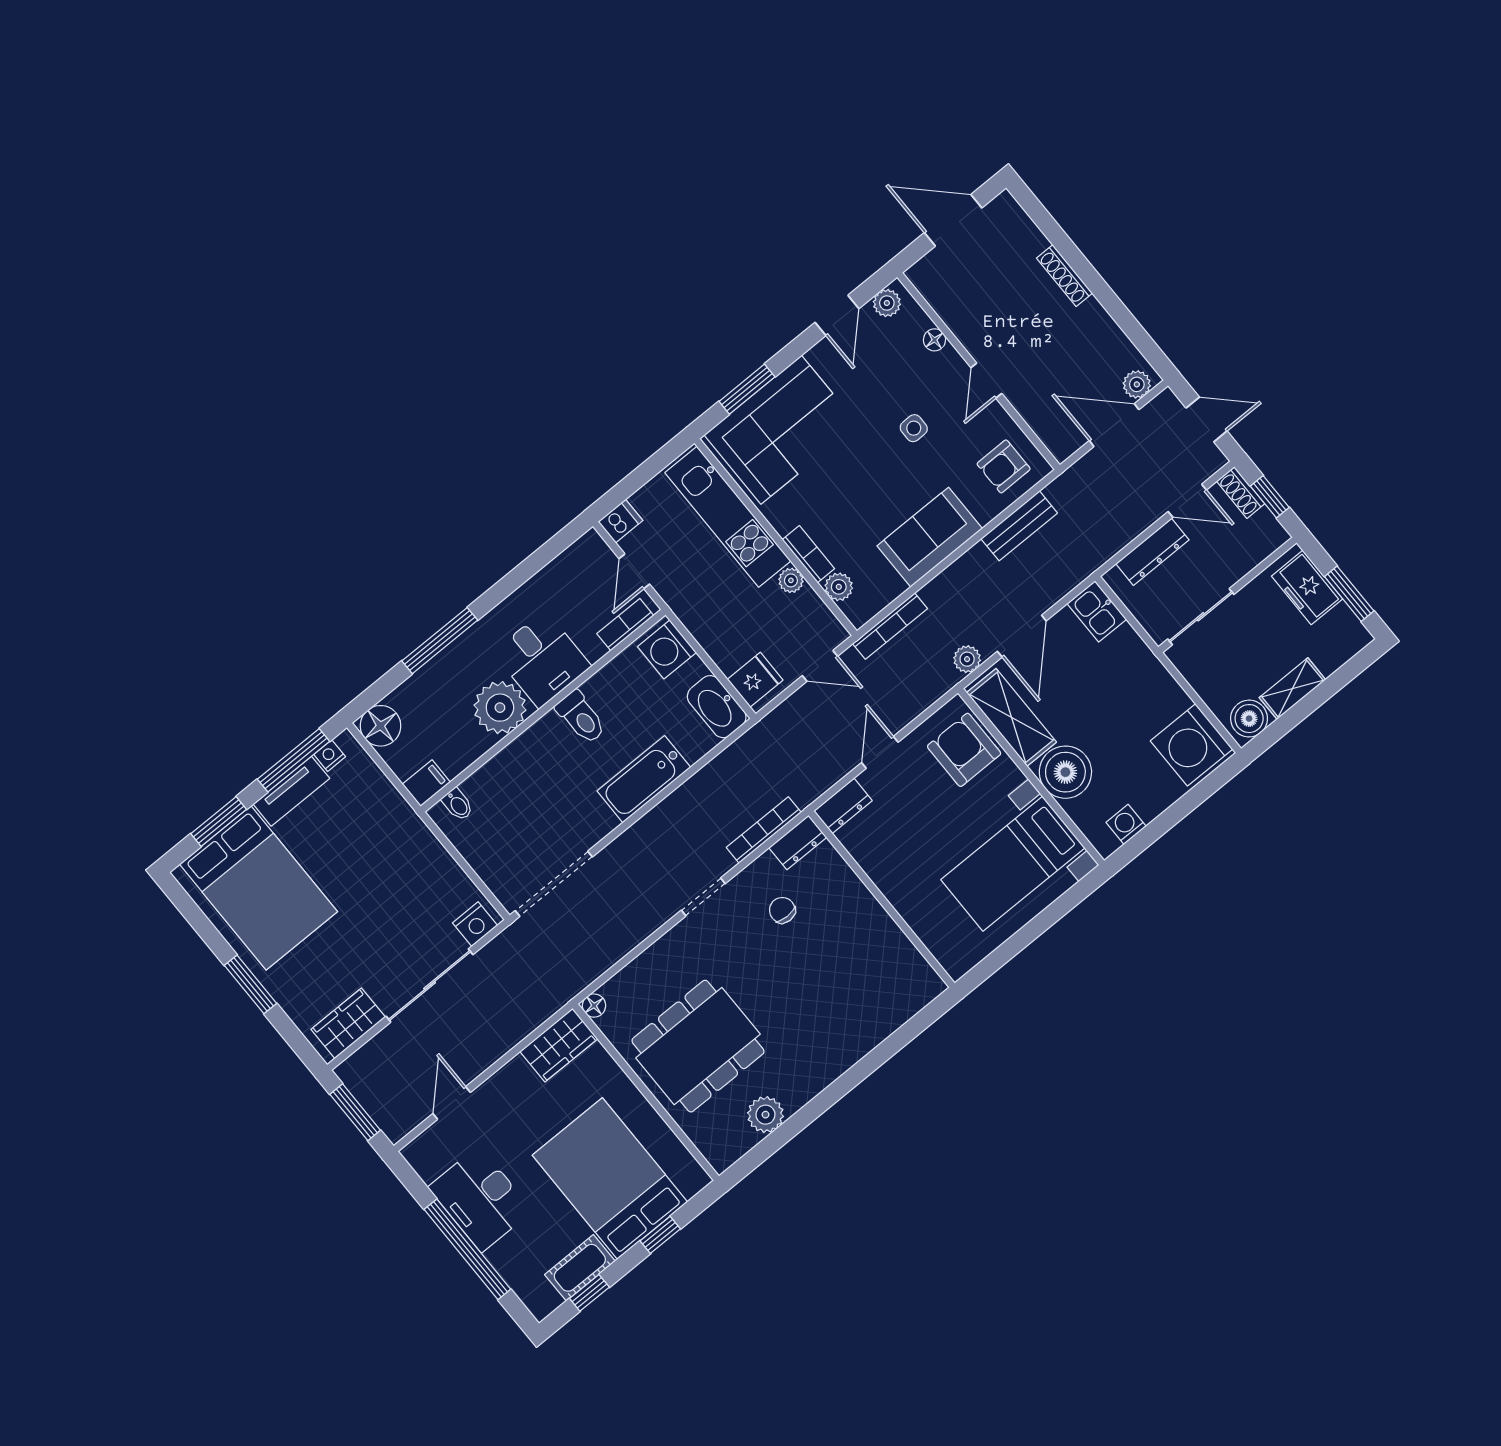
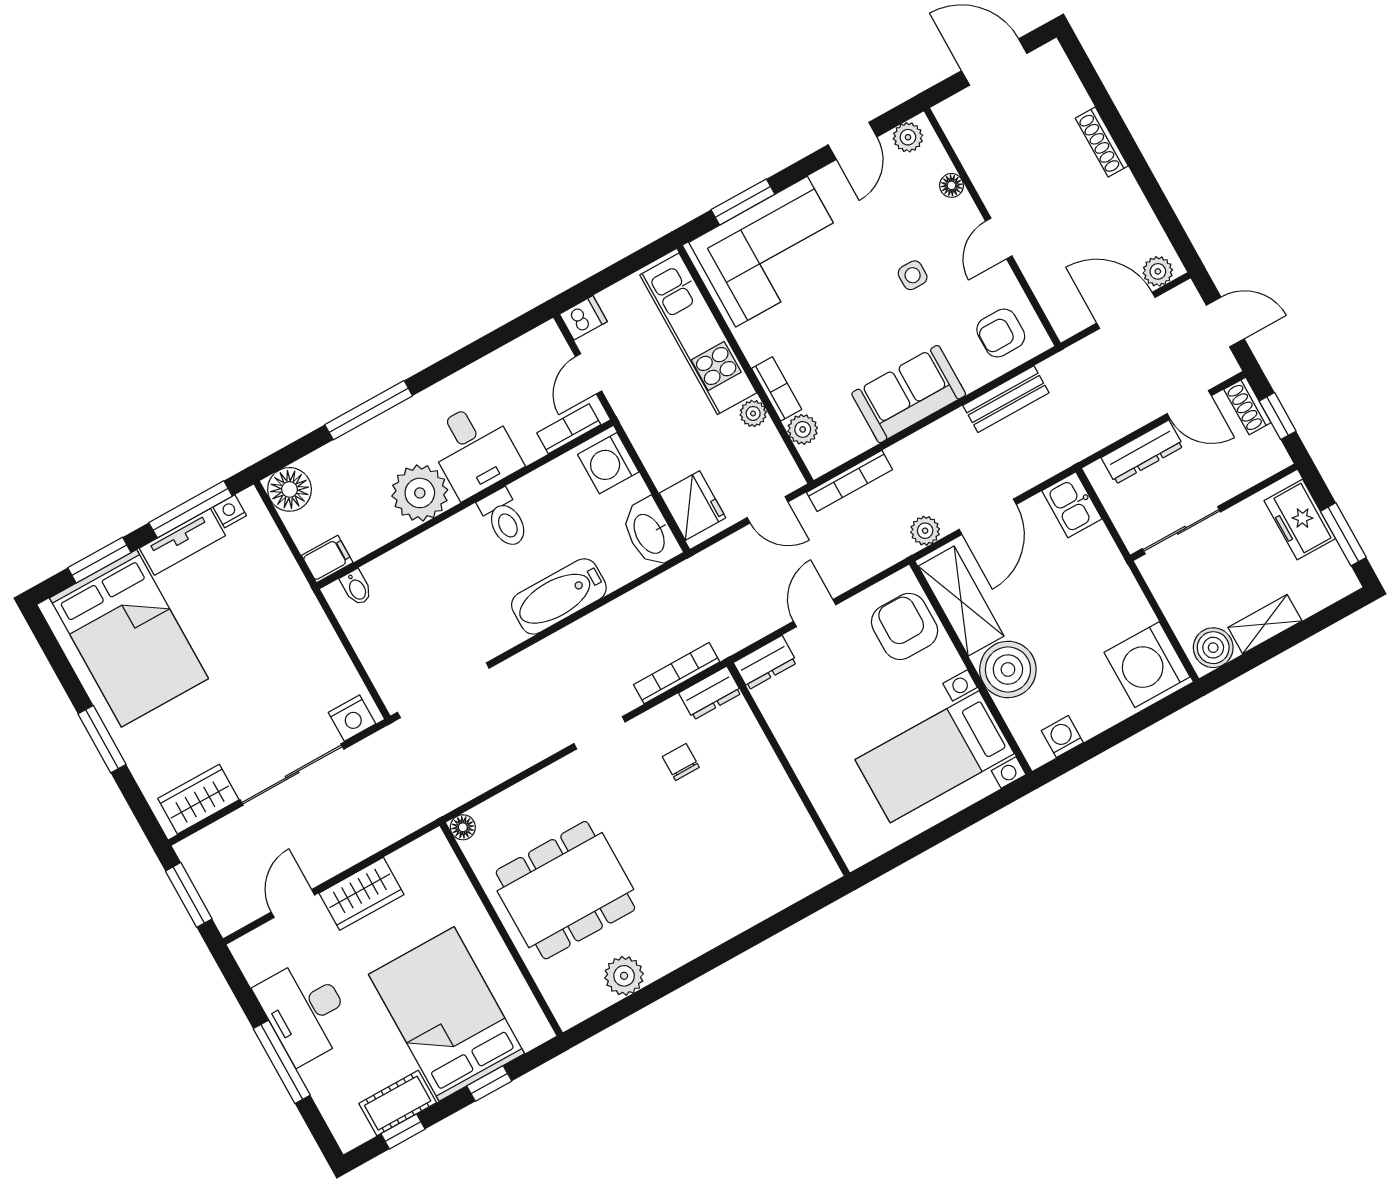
fridge: (755, 680) -> (692, 505), width x1.38
wardrobe: (559, 1045) -> (361, 894), moved
window: (467, 1249) -> (282, 1062), width x0.68

